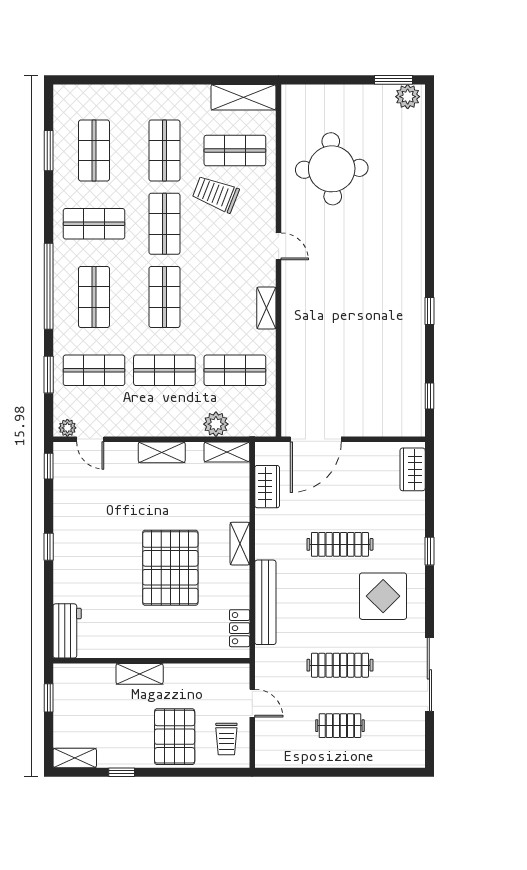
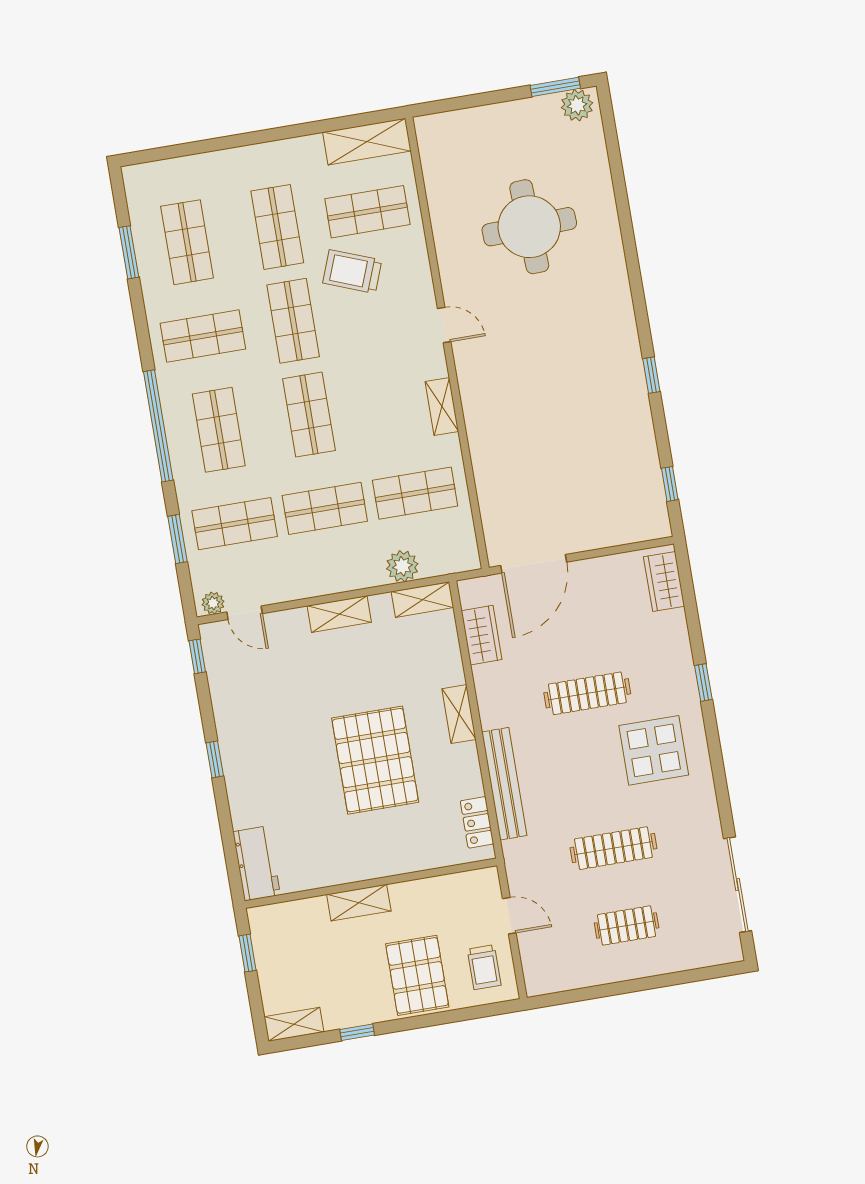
round table: (332, 169) -> (529, 227), moved
sliding door: (429, 674) -> (738, 885), moved

